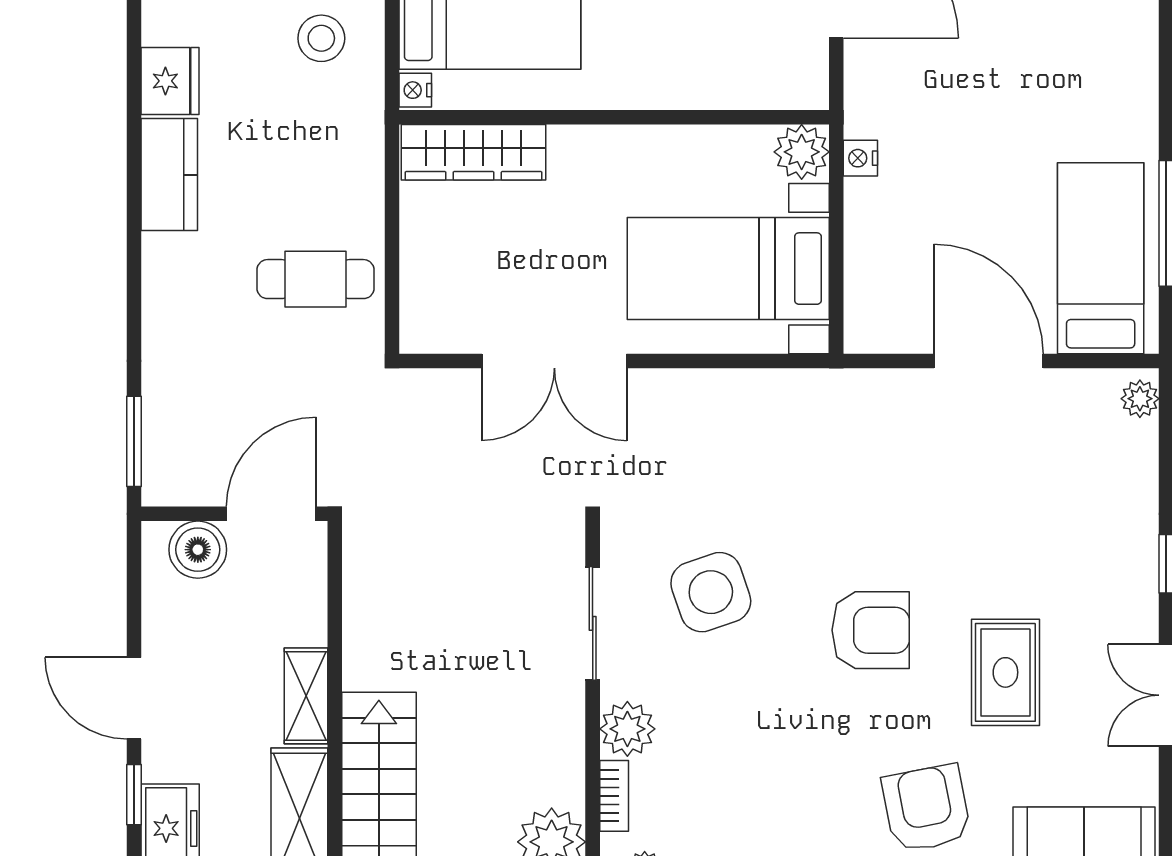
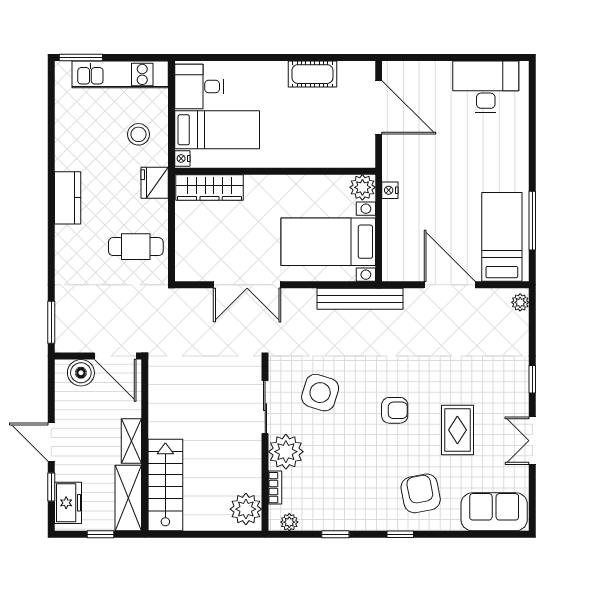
fridge: (170, 81) -> (155, 183), moved, turned 180
bench: (796, 391) -> (360, 299), added
door: (271, 514) -> (115, 356), swing flipped
side table: (711, 592) -> (320, 393), turned 36
armchair: (871, 630) -> (395, 410), width x0.72, depth x0.72
plant: (627, 729) -> (286, 452), width x1.36, depth x1.36

